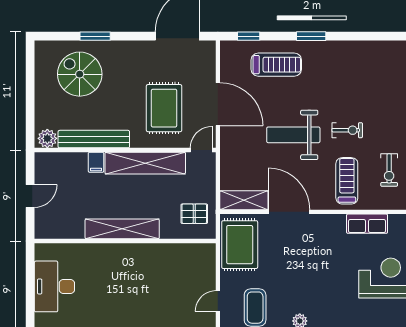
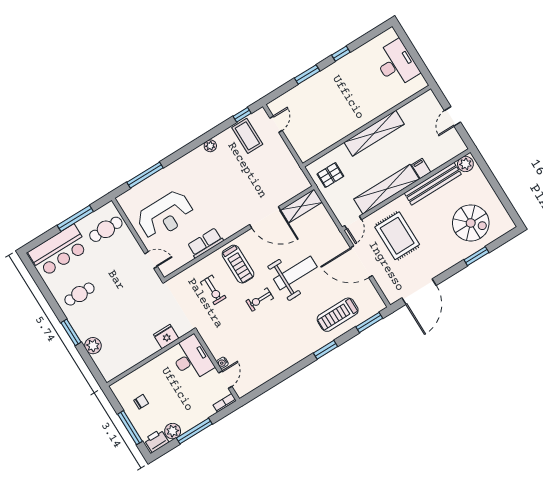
window: (249, 36) -> (369, 323), width x1.50
exercise bike: (389, 170) -> (213, 290), turned 180
rug: (240, 245) -> (285, 173), removed

